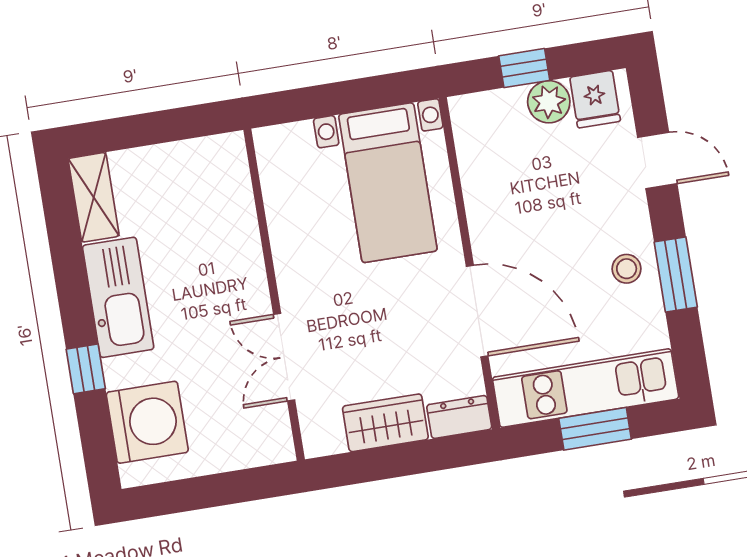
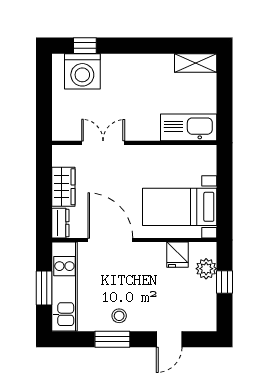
fridge: (595, 99) -> (178, 255), moved, turned -90
plant: (549, 102) -> (206, 269), moved
kitchen sink: (118, 297) -> (189, 127), moved, turned 180
door: (477, 311) -> (110, 240), swing flipped
window: (86, 369) -> (85, 46), moved

